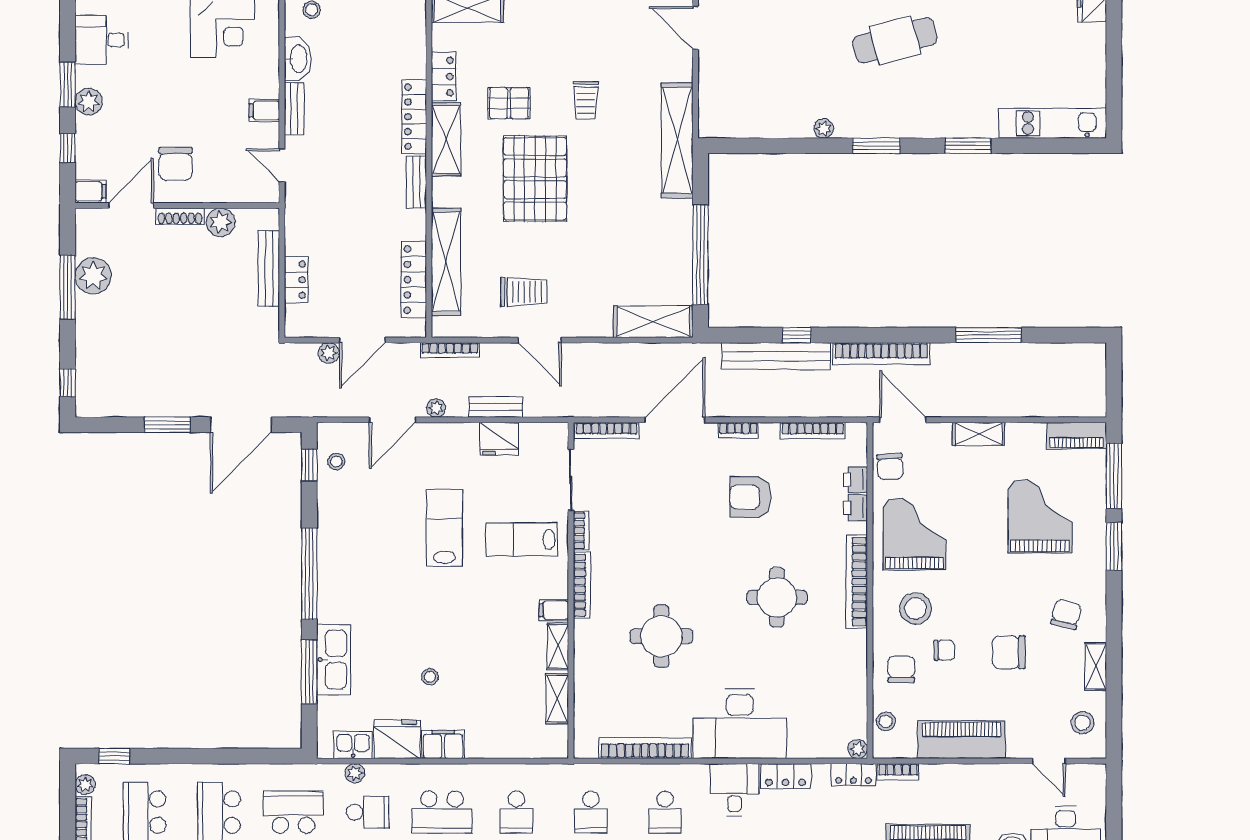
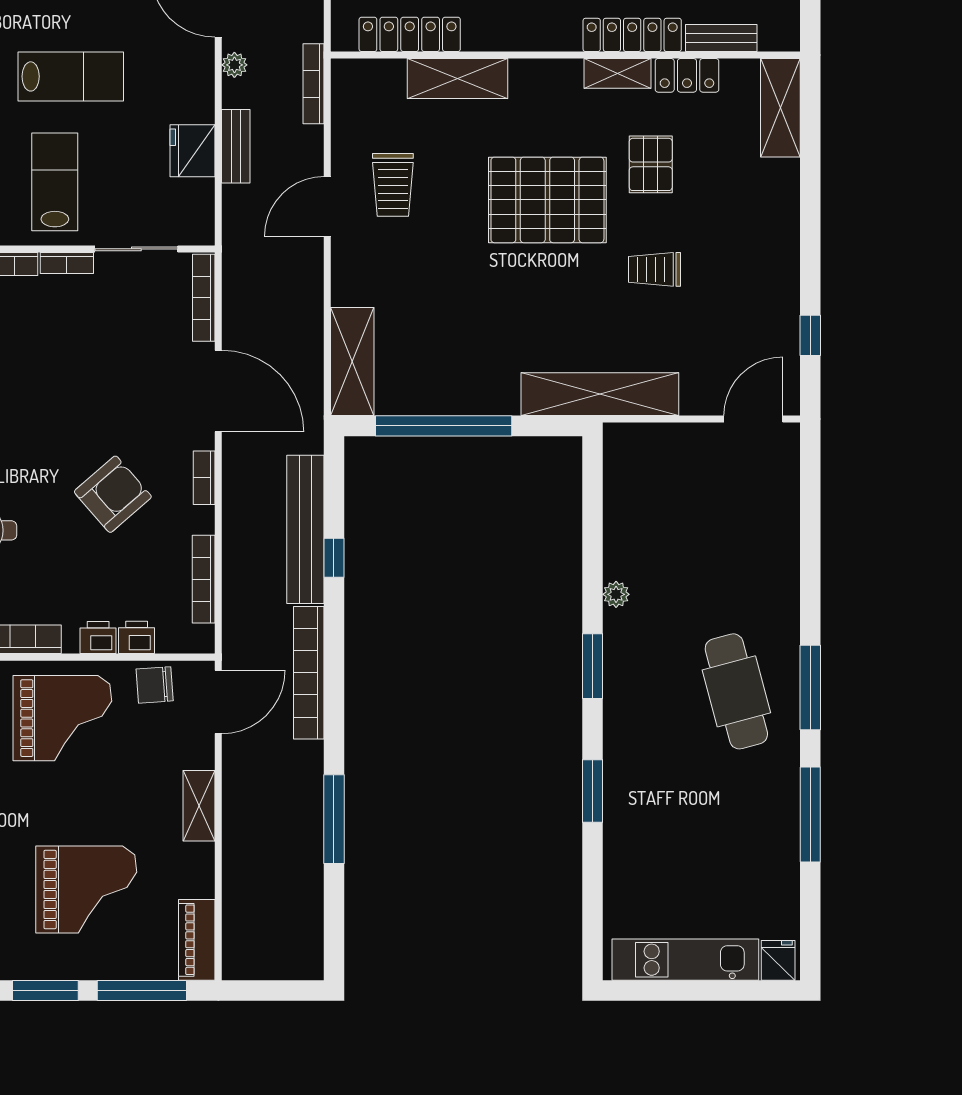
kitchen unit: (1053, 123) -> (685, 960), moved, turned -90
shelving: (446, 140) -> (617, 73), width x0.67, depth x0.75
bench: (416, 182) -> (721, 38), moved
shelving: (446, 262) -> (457, 79), width x0.68
armchair: (750, 497) -> (113, 494), turned 49

